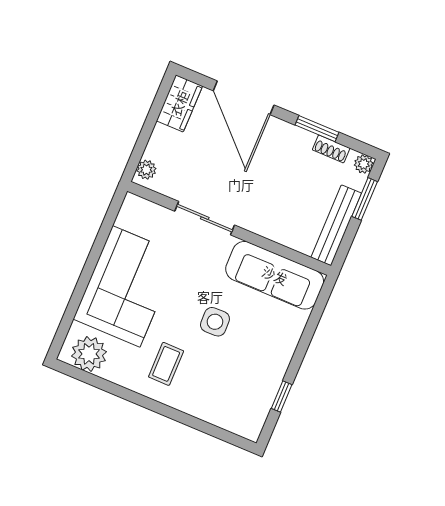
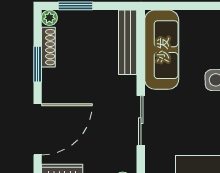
shoe rack: (331, 149) -> (48, 47), width x1.43
bench: (336, 225) -> (128, 42), moved, turned 90

